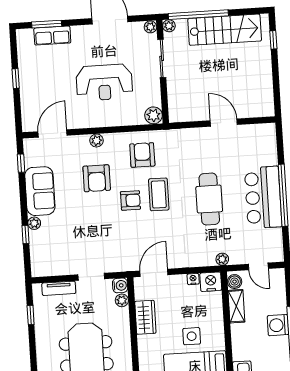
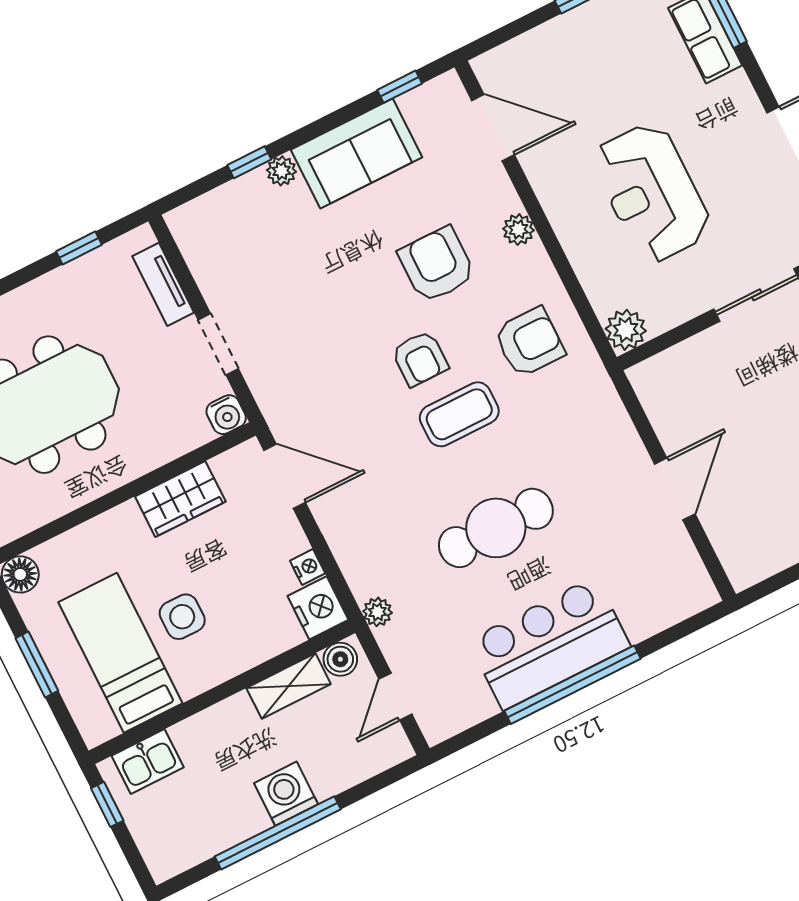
armchair: (97, 178) -> (437, 265), turned 90
plant: (122, 300) -> (195, 432), removed

